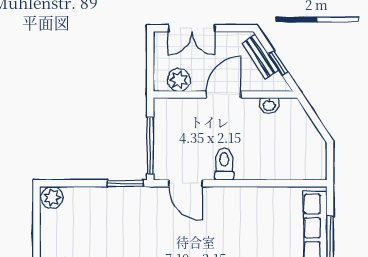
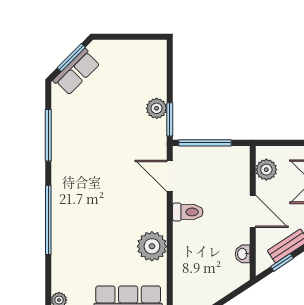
door: (186, 183) -> (170, 176), hinge flipped
plant: (52, 197) -> (157, 108), moved
plant: (261, 202) -> (152, 246), added

